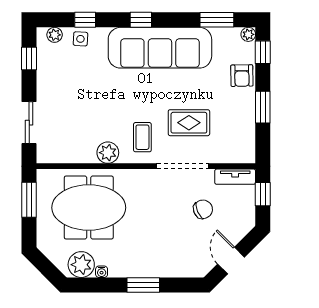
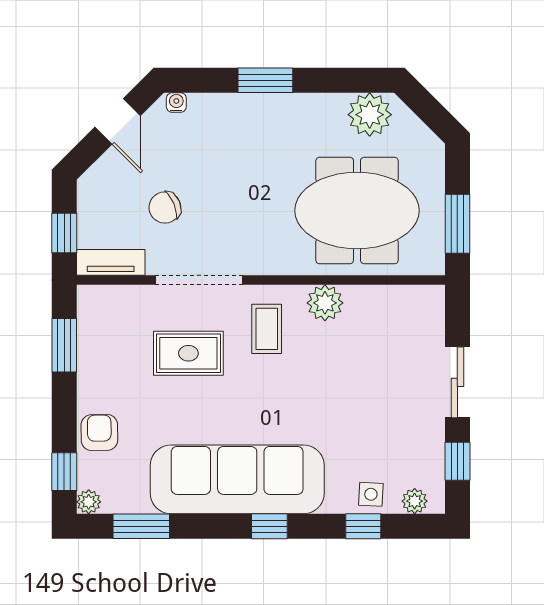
window: (263, 107) -> (64, 345), moved
sliding door: (29, 123) -> (457, 382), moved
water cooler: (102, 272) -> (176, 103), moved

